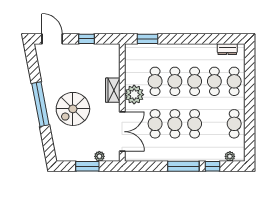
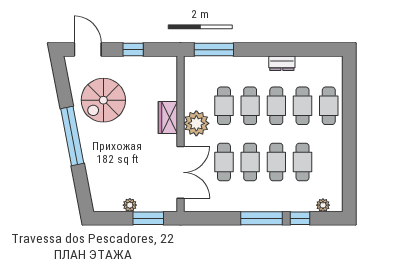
window: (147, 39) -> (214, 50), width x1.44
dresser: (227, 49) -> (282, 63), moved
spiral stairs: (73, 109) -> (103, 100), moved
cafe table: (234, 124) -> (303, 162), moved
plant: (99, 156) -> (130, 205), moved
window: (87, 166) -> (148, 218), moved

